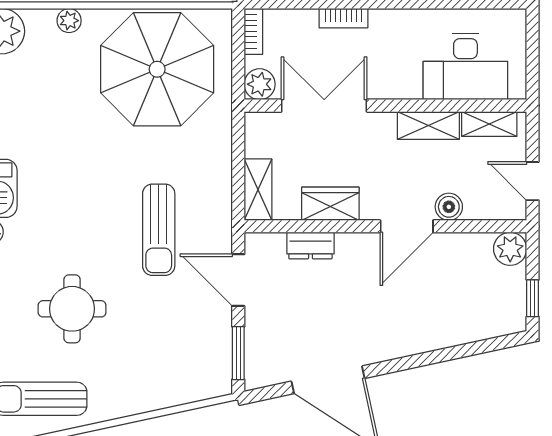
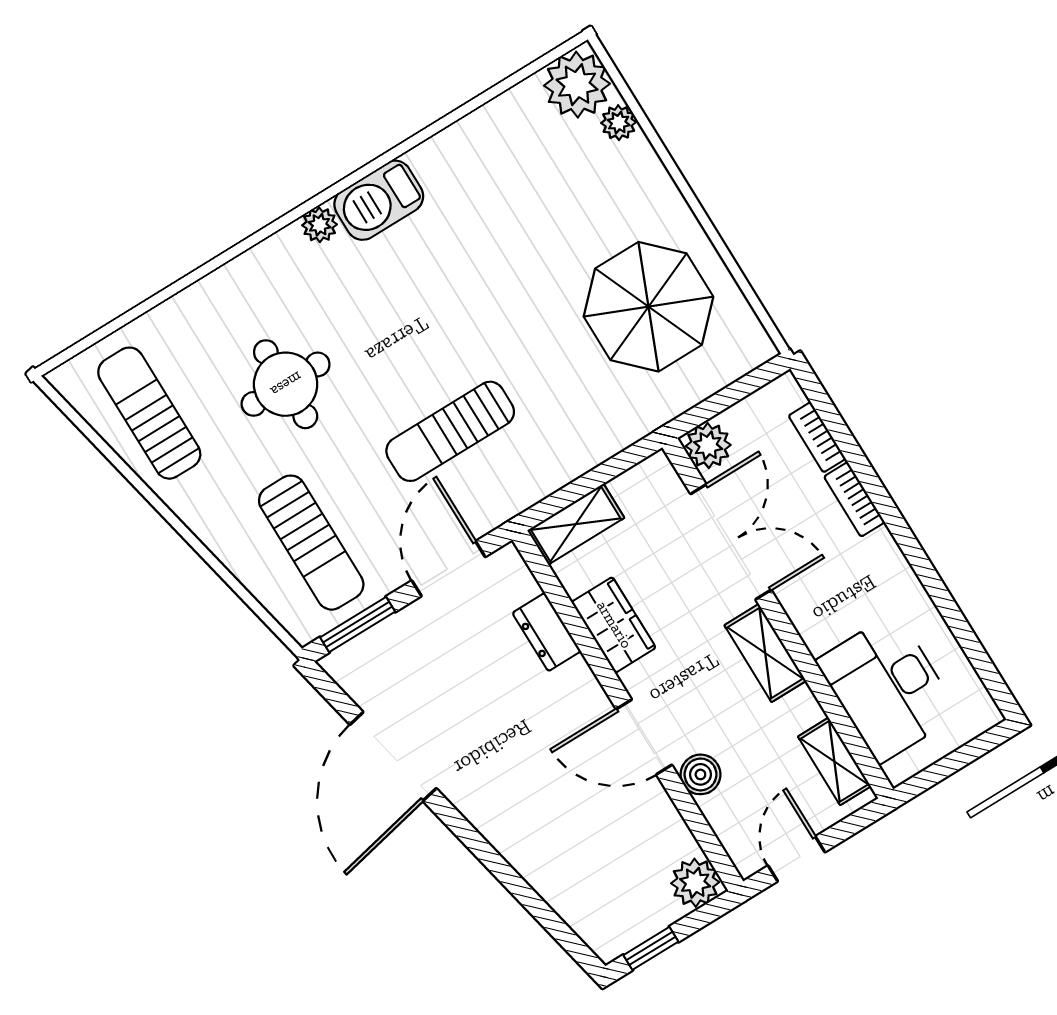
plant: (69, 21) -> (619, 123), moved
bookcase: (253, 31) -> (817, 437), moved, turned 90
parasol: (157, 69) -> (648, 307), width x0.73, depth x0.73
shelving: (428, 125) -> (765, 653), moved
sun lounger: (174, 351) -> (311, 543), added

